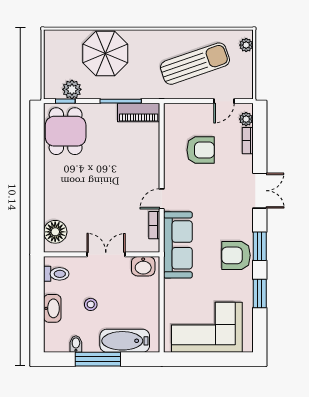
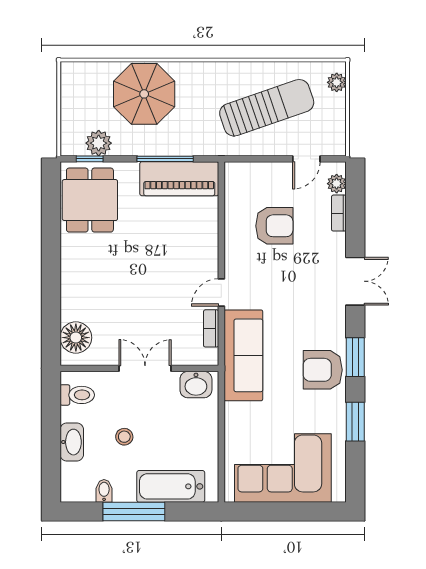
piano: (139, 112) -> (179, 179), width x1.37, depth x1.33

